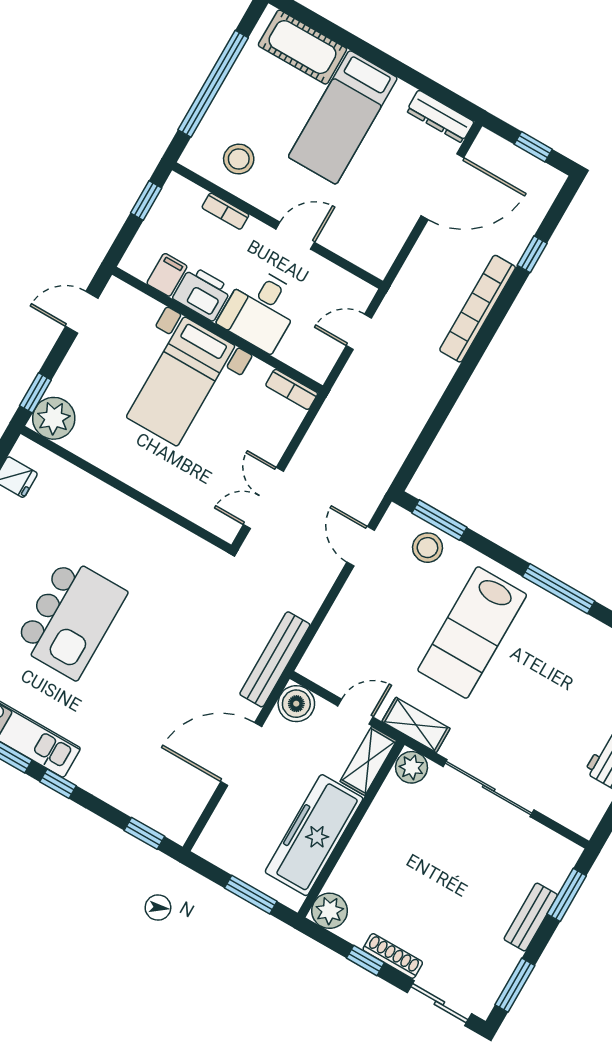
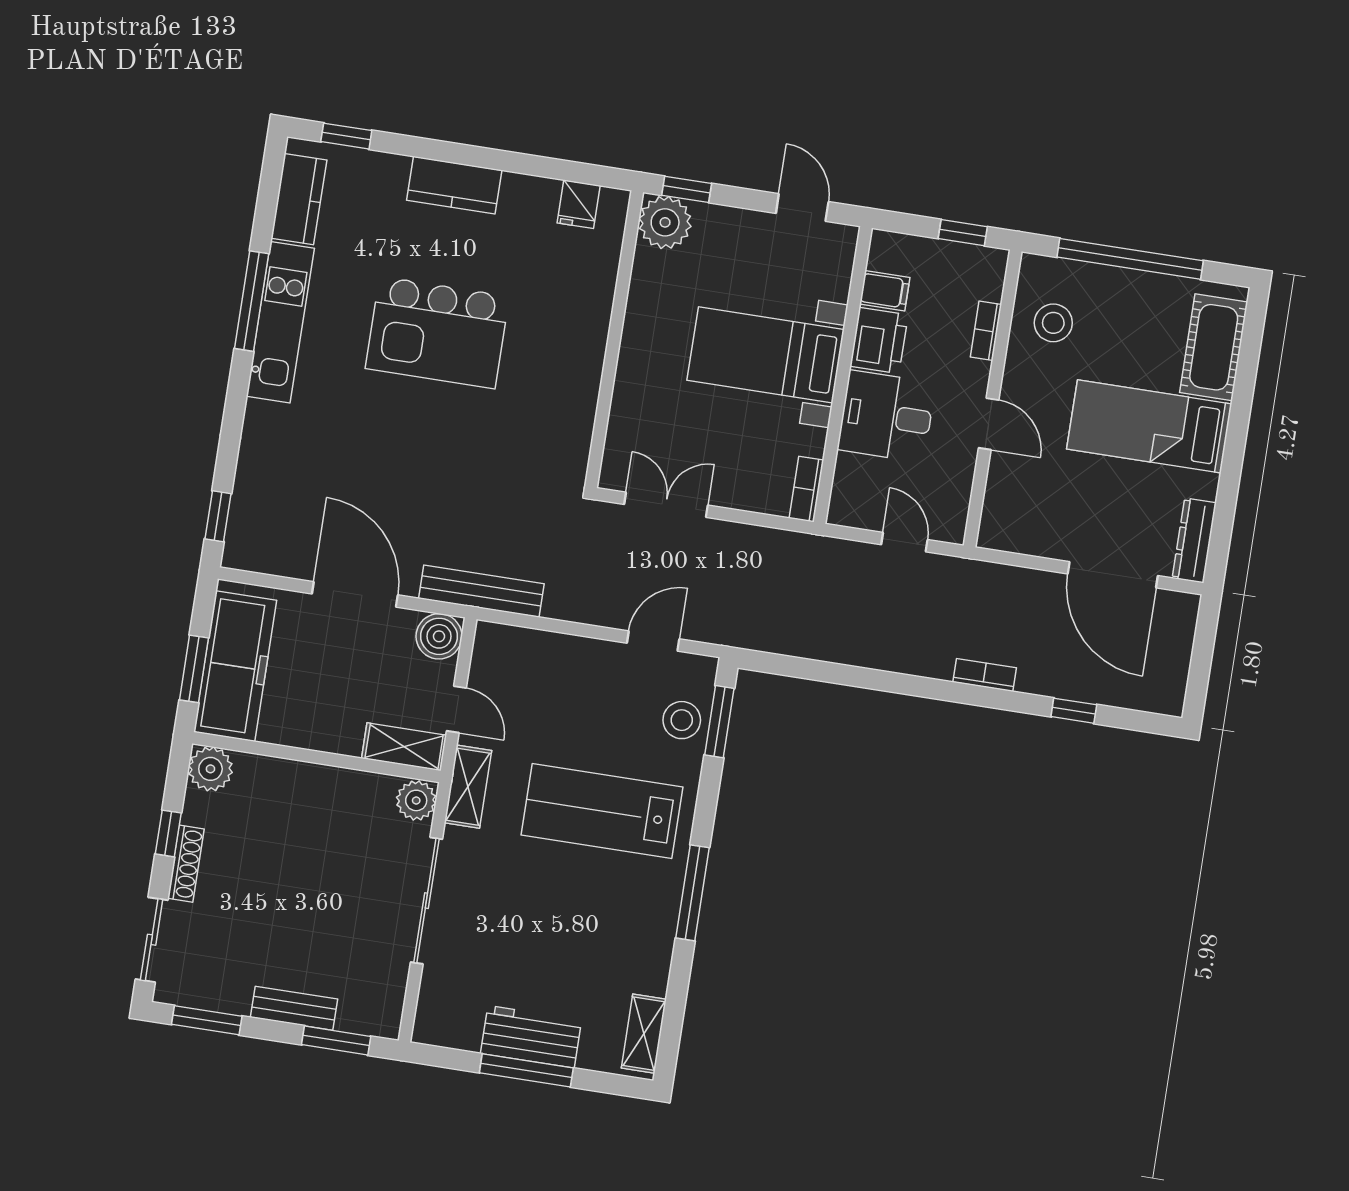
window: (533, 147) -> (1201, 664), removed
bookcase: (478, 309) -> (985, 675), width x0.43, depth x0.76
window: (58, 784) -> (237, 392), removed
freezer: (314, 835) -> (235, 666), moved, turned 90

